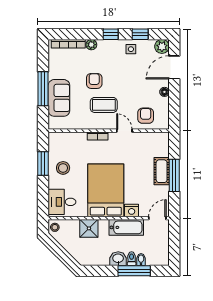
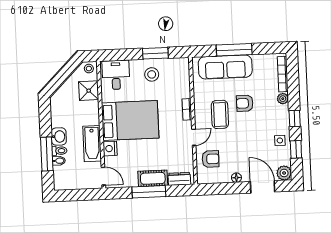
armchair: (94, 81) -> (245, 103), turned 180
sofa: (59, 98) -> (225, 67), width x1.36
dresser: (163, 146) -> (179, 179), added
shower: (89, 228) -> (89, 91), moved

